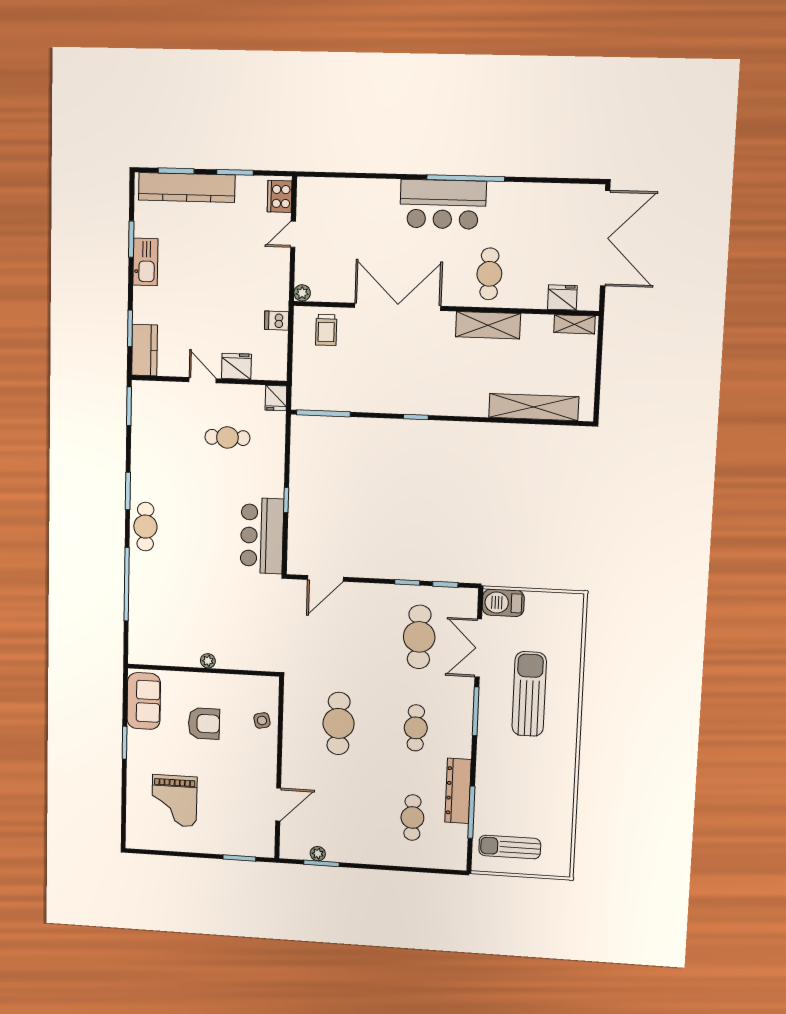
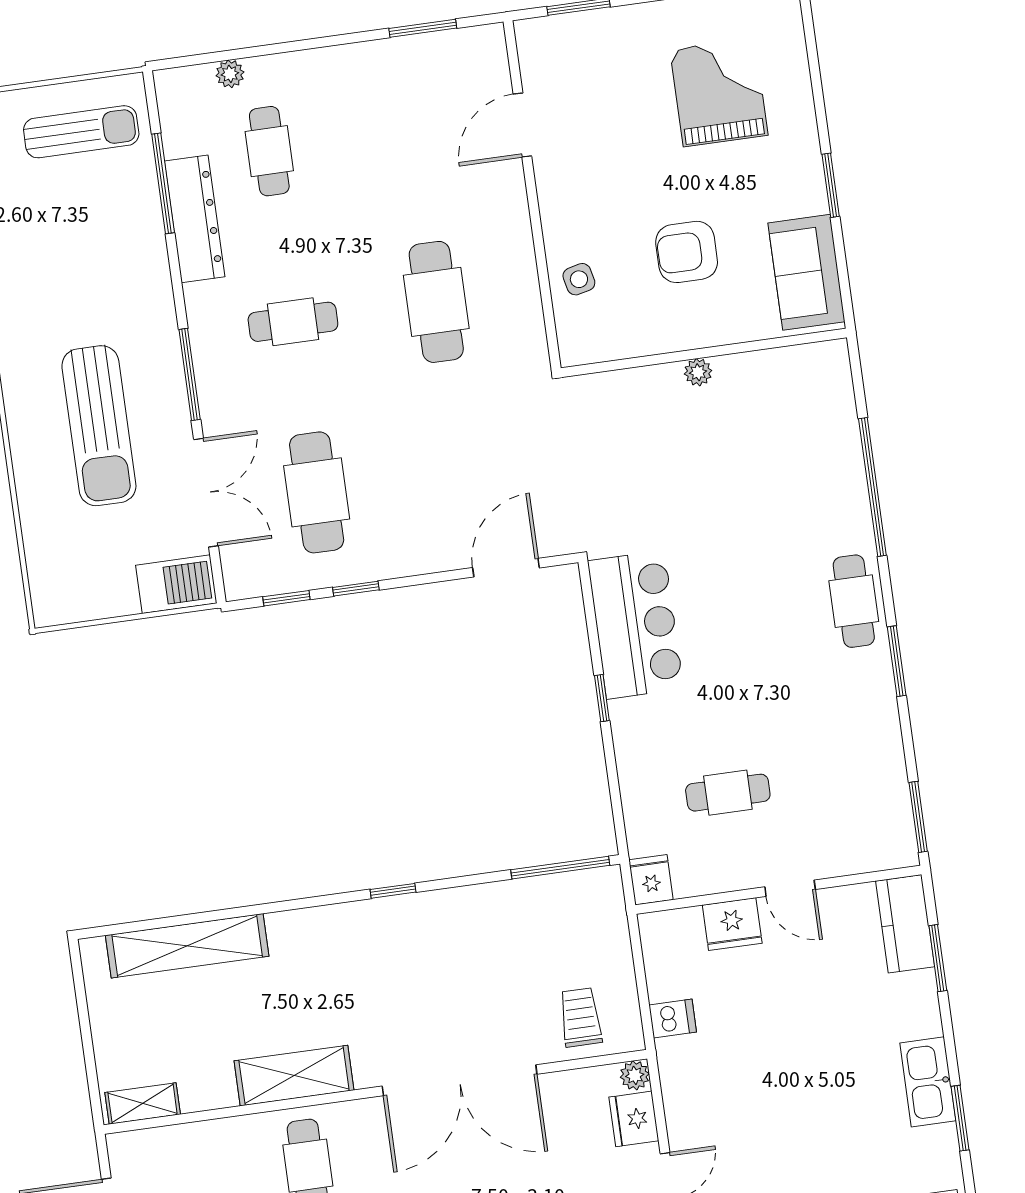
fridge: (562, 297) -> (634, 1119), moved, turned 90
cafe table: (416, 728) -> (293, 322), turned 90
plant: (318, 854) -> (230, 74), moved

